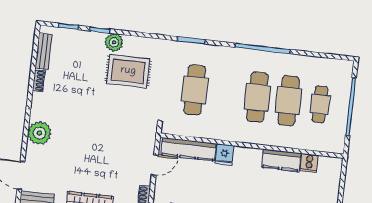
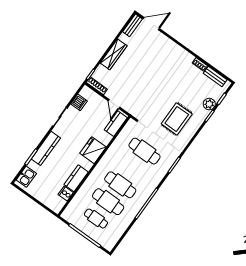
plant: (114, 42) -> (209, 104), moved
plant: (39, 133) -> (170, 48), removed
kitchen counter: (188, 149) -> (116, 124), width x0.67
fridge: (225, 155) -> (93, 150), width x1.88, depth x1.34

